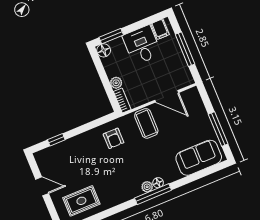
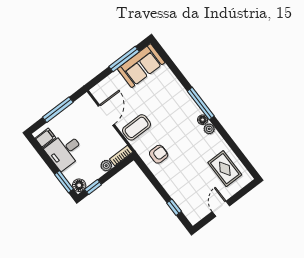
window: (98, 64) -> (93, 187), added
sofa: (199, 158) -> (141, 66), moved, turned -90
floor lamp: (158, 183) -> (203, 120), moved
plant: (147, 187) -> (209, 129), moved

